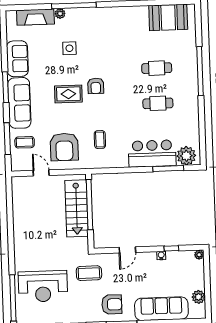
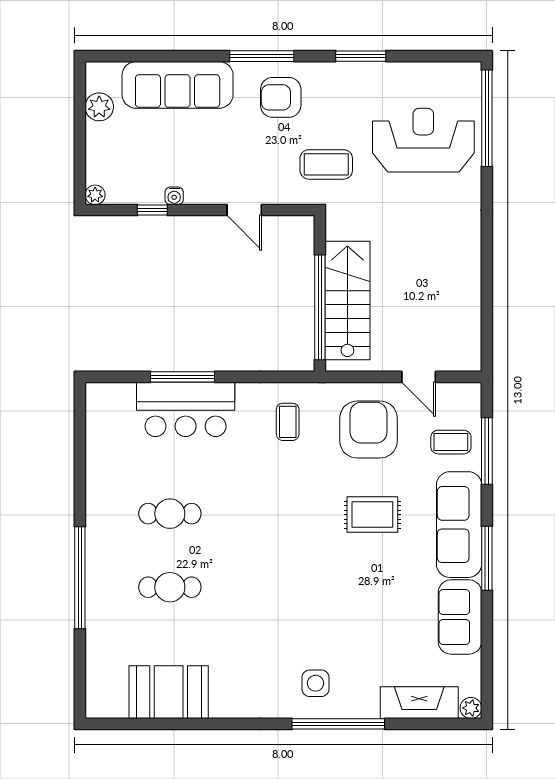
plant: (60, 14) -> (471, 708), moved
booth: (168, 17) -> (169, 692), moved
side table: (69, 48) -> (316, 683), moved
armchair: (96, 86) -> (298, 555), removed
rug: (68, 94) -> (372, 515), moved
coffee table: (100, 140) -> (288, 422), moved
plant: (186, 156) -> (114, 402), removed
window: (168, 168) -> (183, 377), moved
door: (127, 250) -> (244, 210), swing flipped

